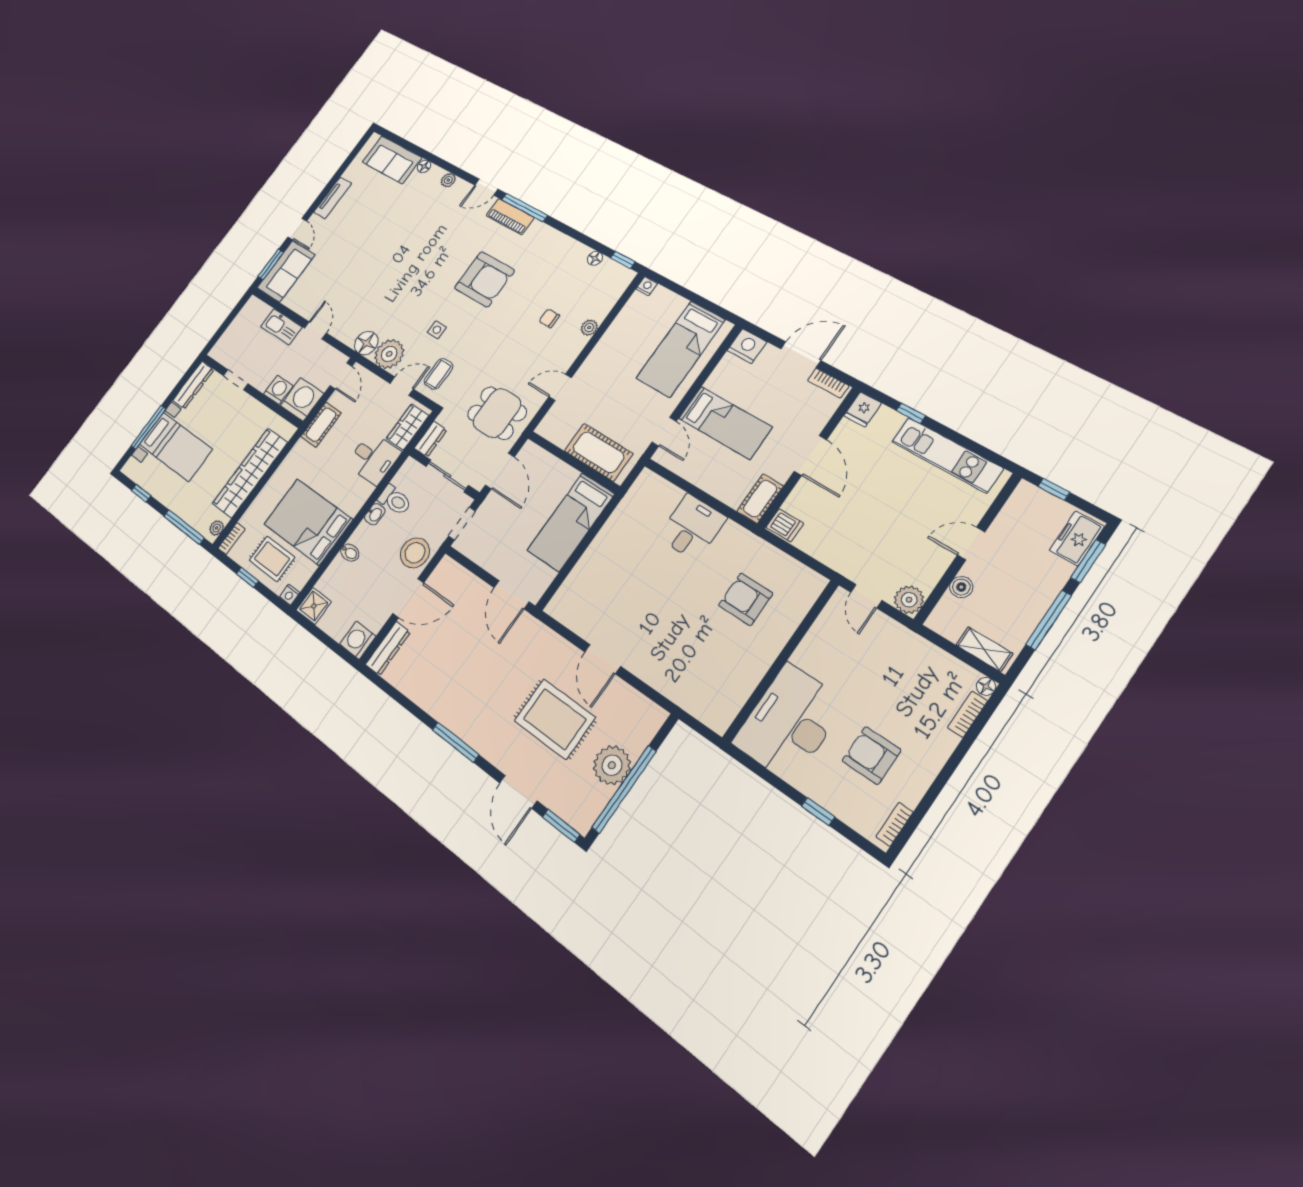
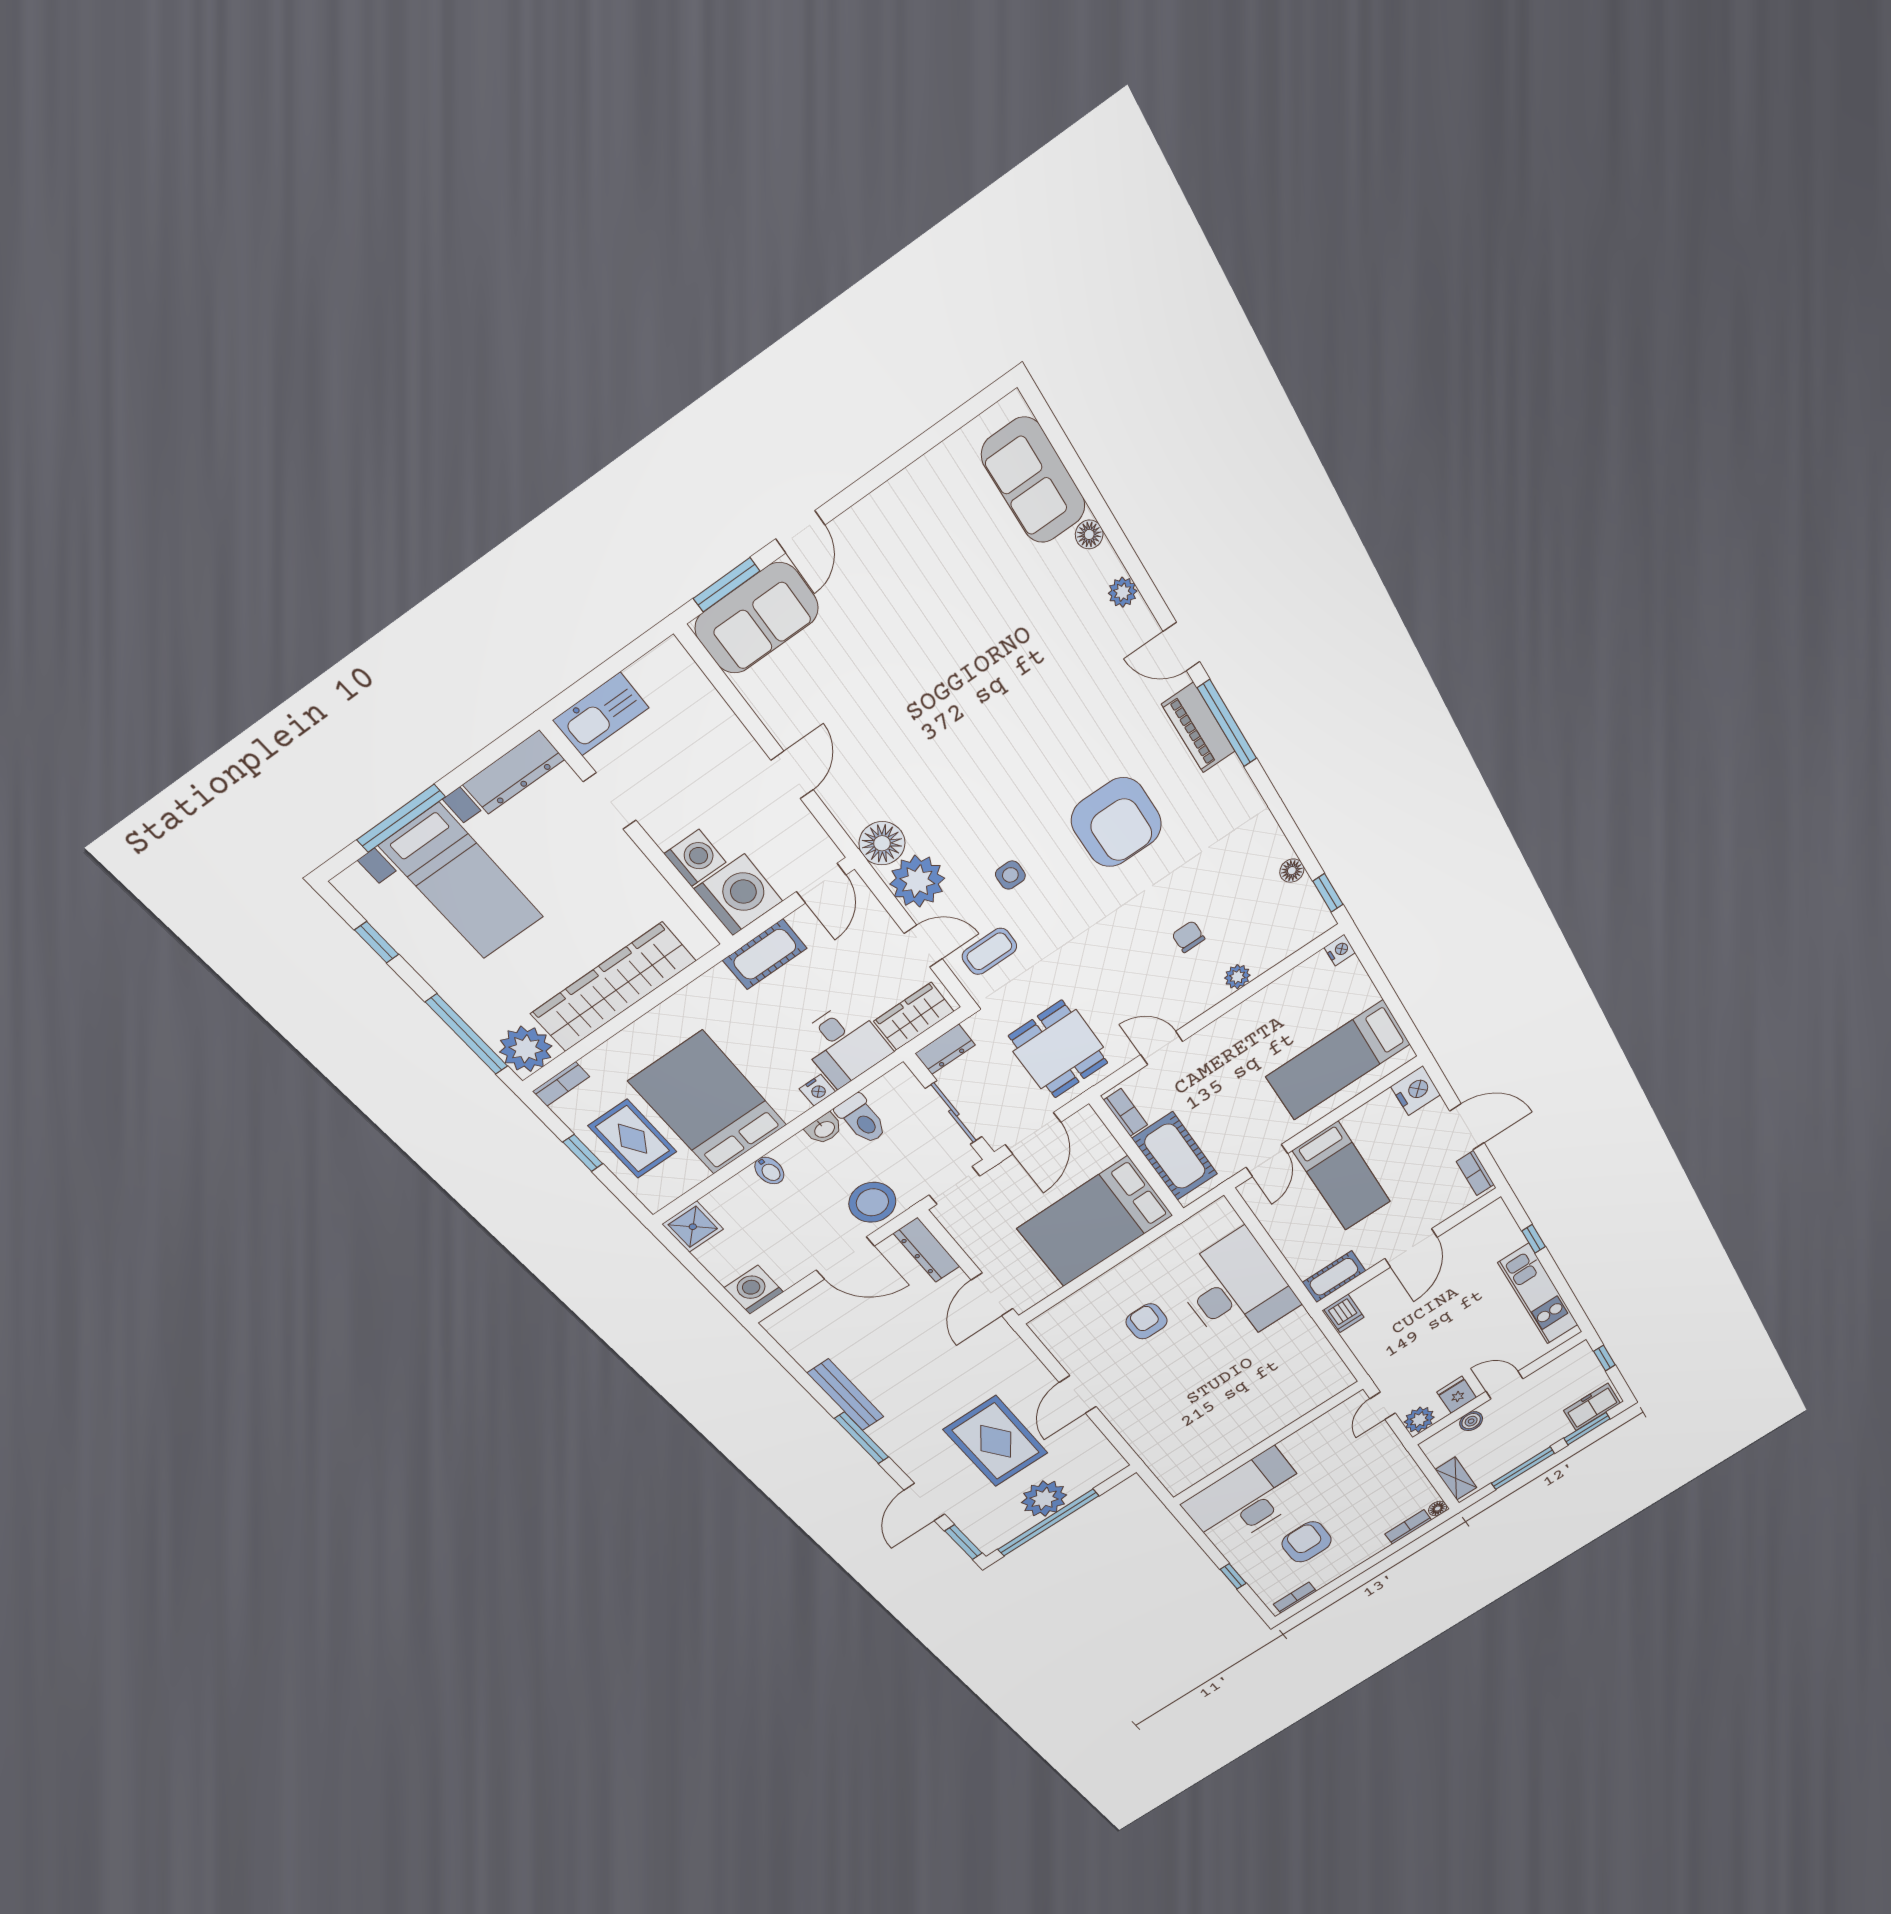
tv unit: (333, 198) -> (891, 500), removed
kitchen sink: (281, 327) -> (601, 714), moved, turned -90
fridge: (863, 409) -> (1457, 1395), moved, turned 90
bookcase: (554, 436) -> (1125, 1113), added
bed: (571, 522) -> (1095, 1222), width x1.50
desk: (692, 527) -> (1236, 1290), width x1.87, depth x1.30
plant: (217, 528) -> (526, 1049), width x1.87, depth x1.87
nightstand: (289, 595) -> (817, 1090), moved, turned -90
armchair: (746, 599) -> (1147, 1321), moved, width x0.72, depth x0.72
dresser: (388, 648) -> (927, 1250), moved, turned 90
bench: (435, 707) -> (846, 1395), added

